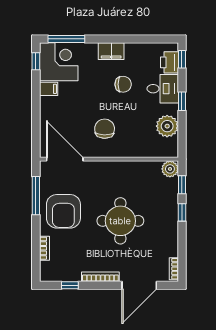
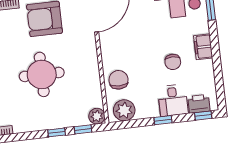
plant: (167, 126) -> (124, 110), moved
chair: (105, 129) -> (119, 80), moved, turned -91

